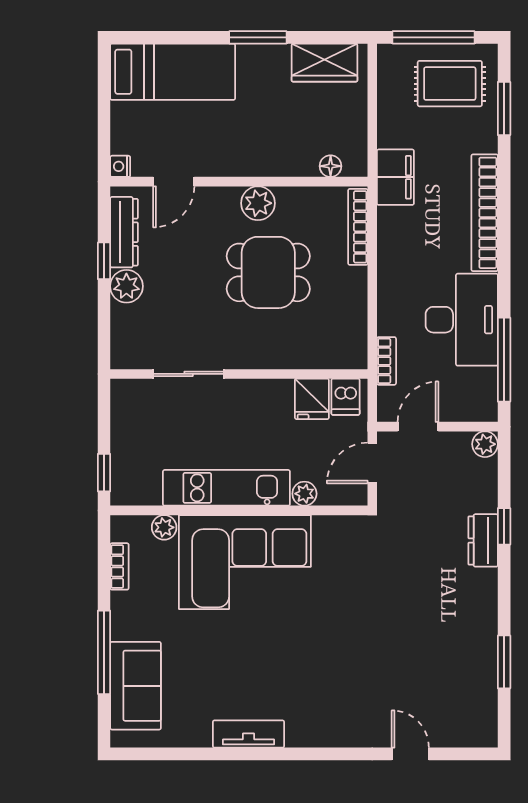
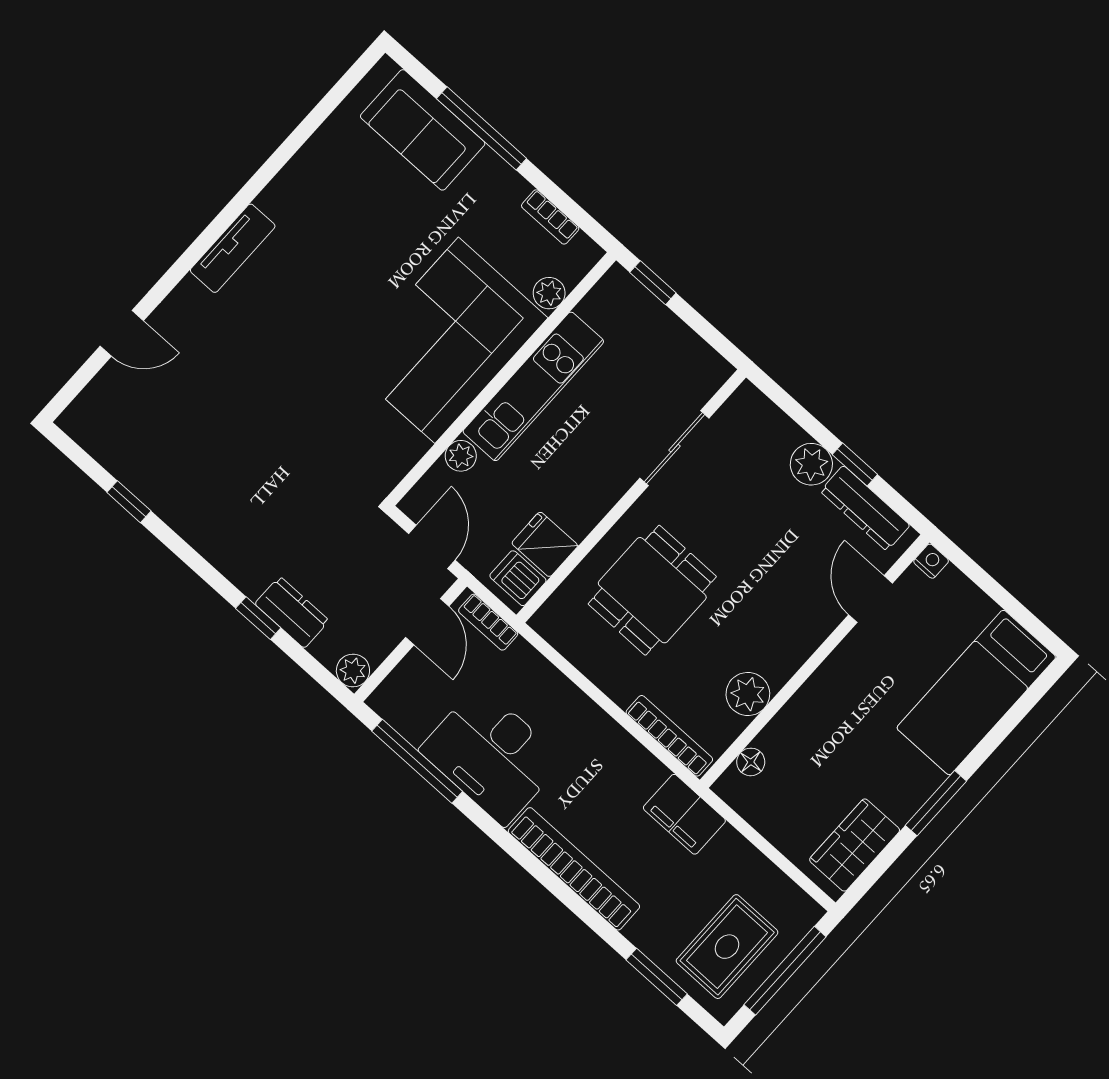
plant: (258, 203) -> (748, 694), moved
dining table: (268, 272) -> (652, 590), moved
bookcase: (386, 361) -> (488, 622), moved
dresser: (483, 540) -> (292, 612), moved
window: (504, 662) -> (129, 502), width x0.67
tv unit: (248, 734) -> (233, 248), moved

